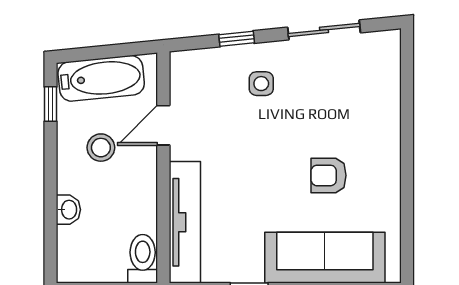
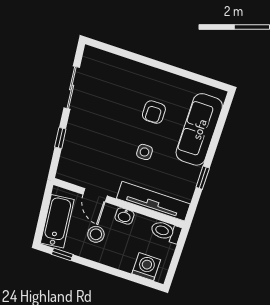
side table: (261, 84) -> (144, 152), moved
washbasin: (68, 210) -> (124, 216), moved, turned 180
washing machine: (76, 246) -> (146, 267), added

